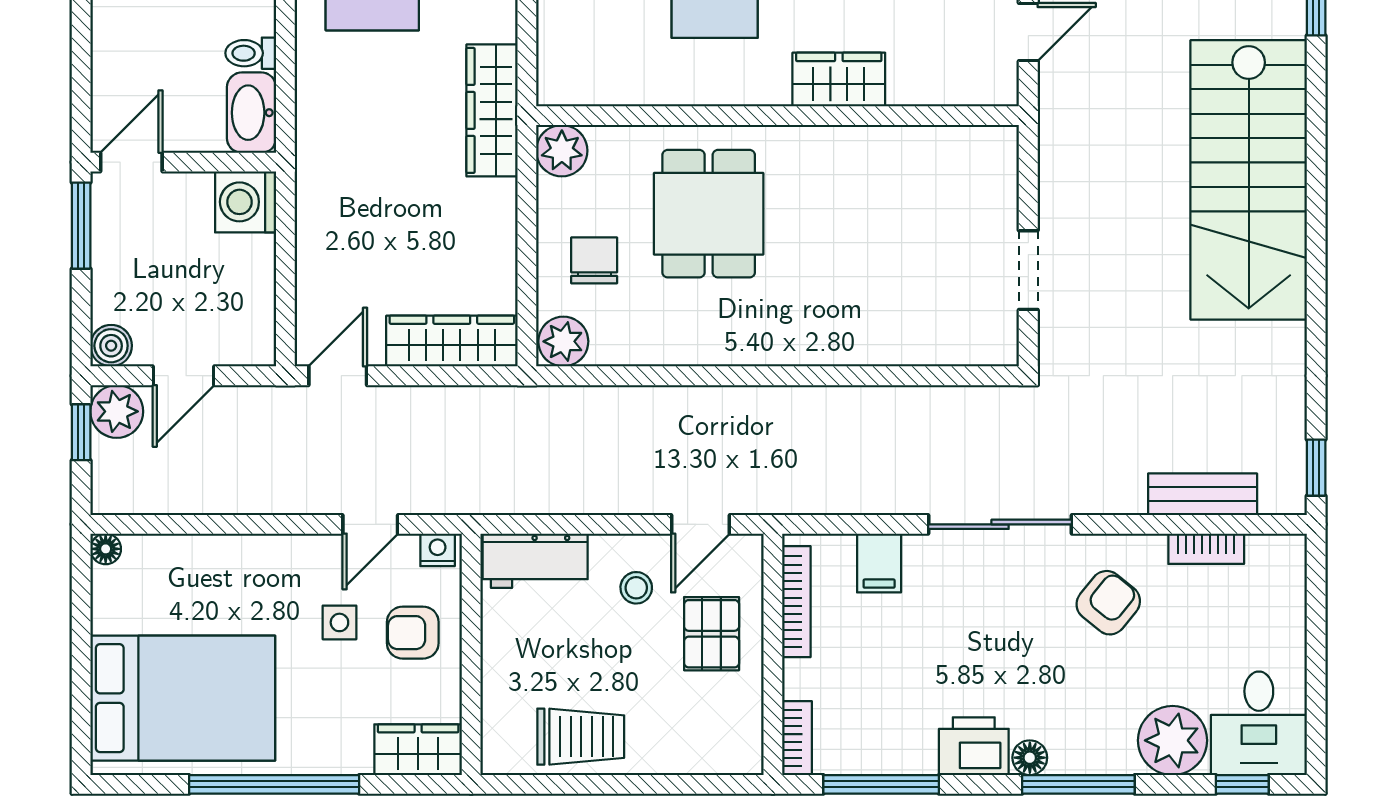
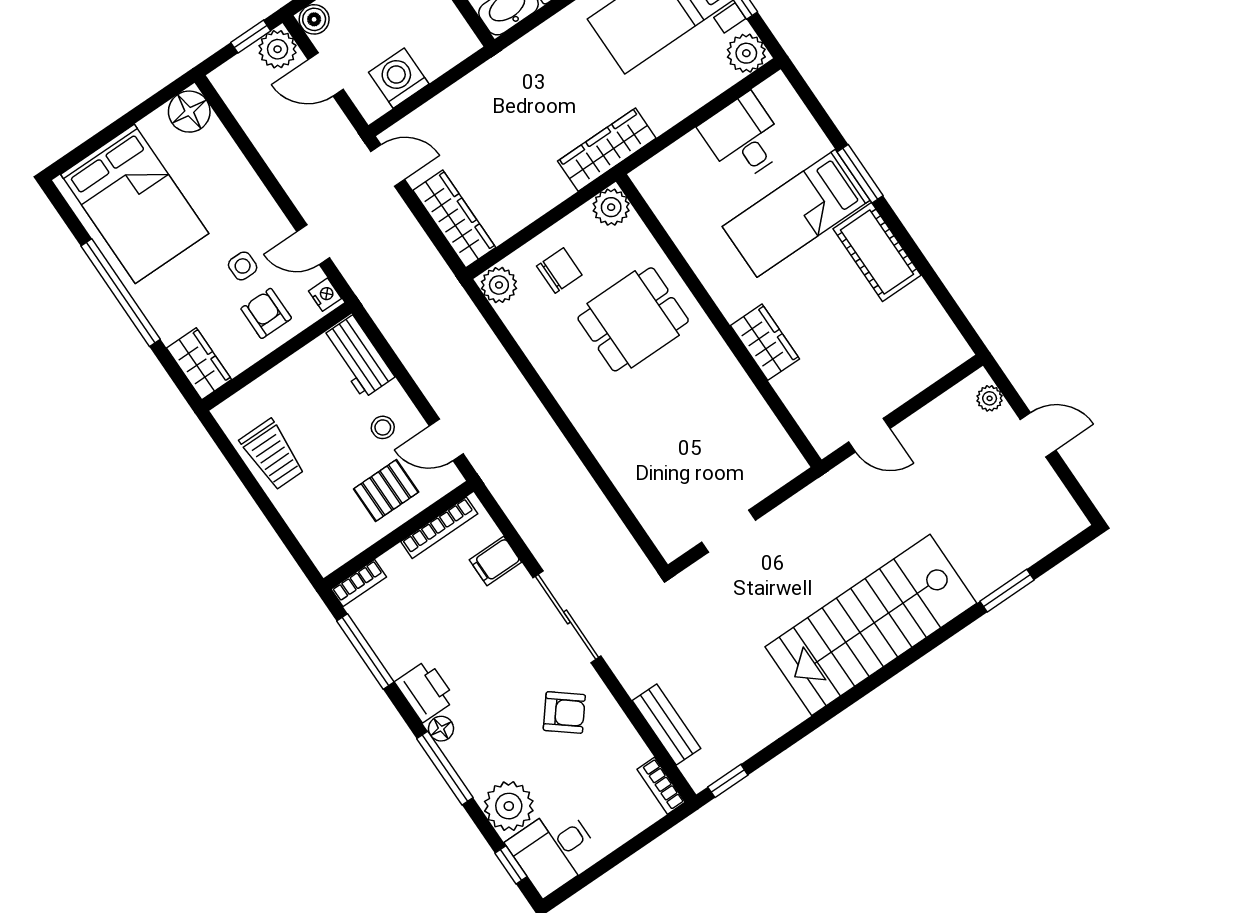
washing machine: (246, 202) -> (399, 78), moved
floor lamp: (106, 549) -> (189, 112), width x1.89, depth x1.89
bookcase: (1206, 549) -> (661, 786), moved

